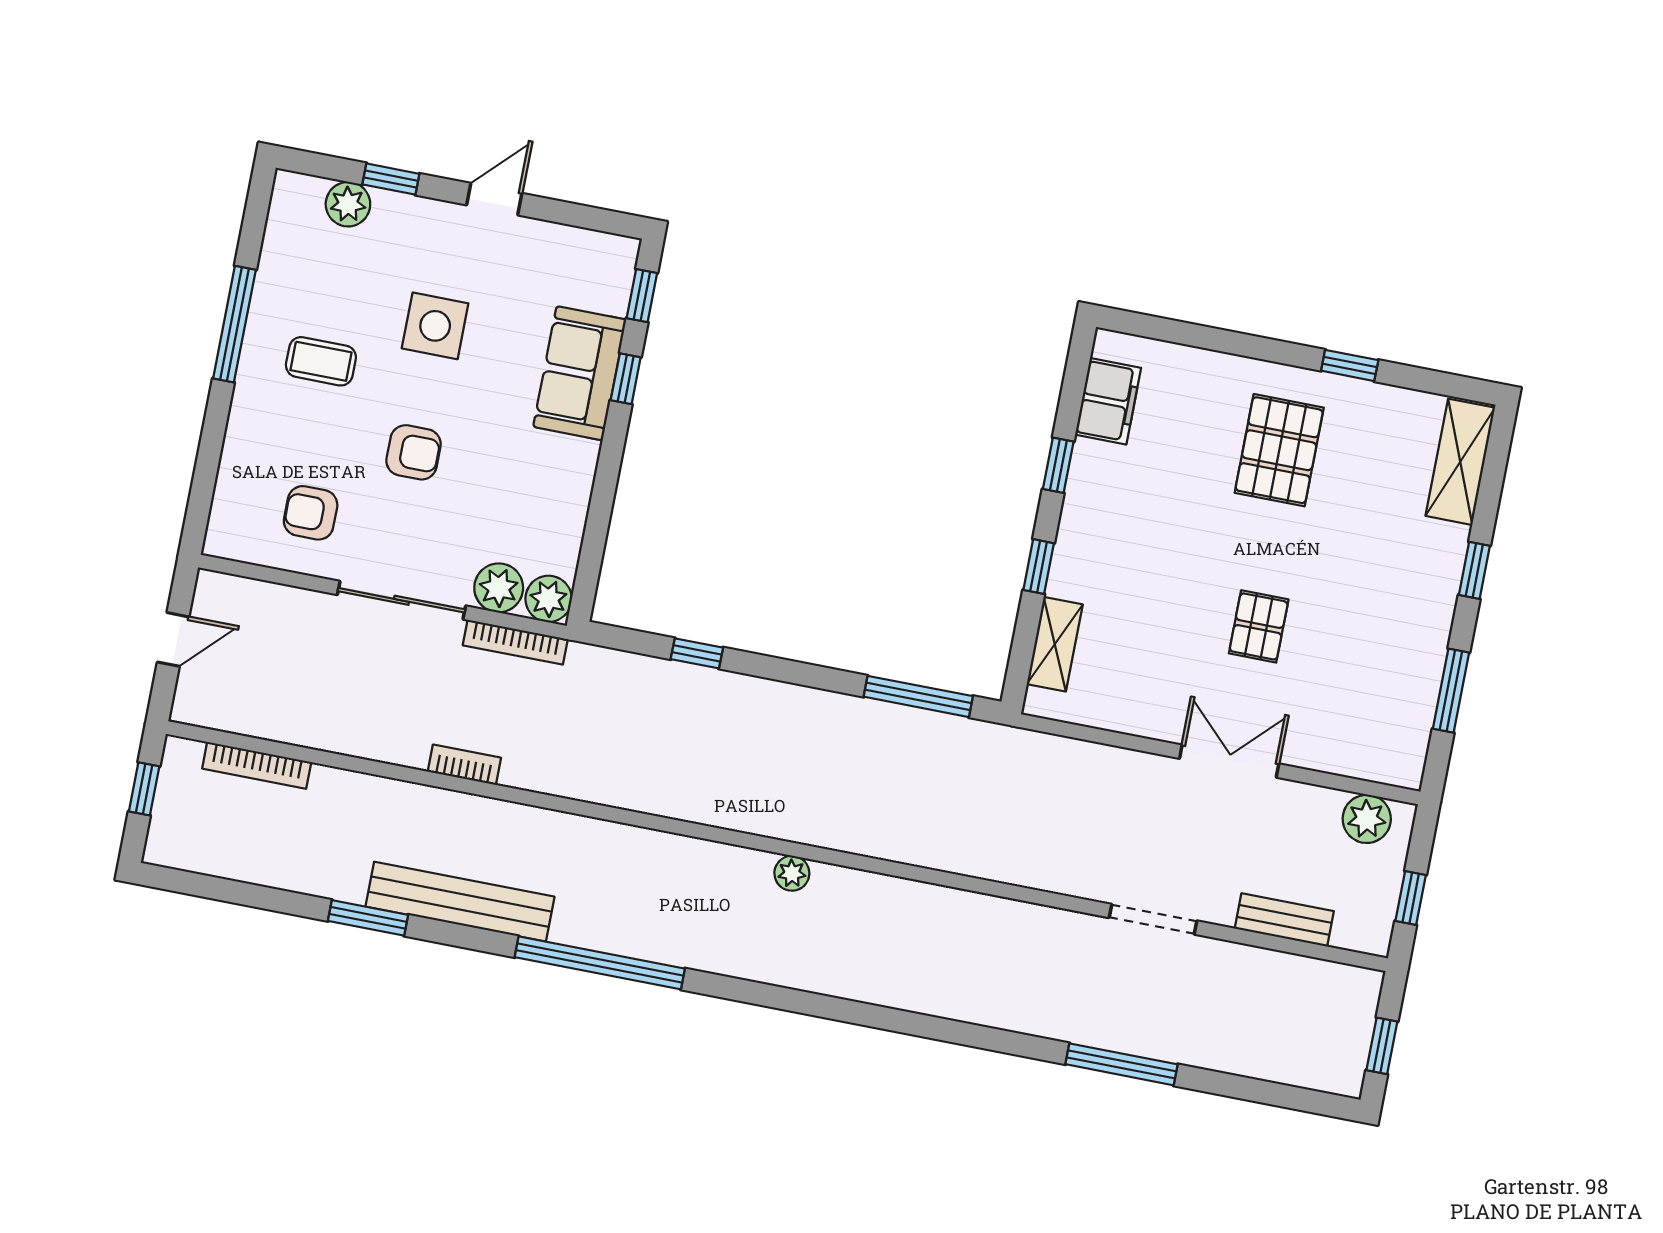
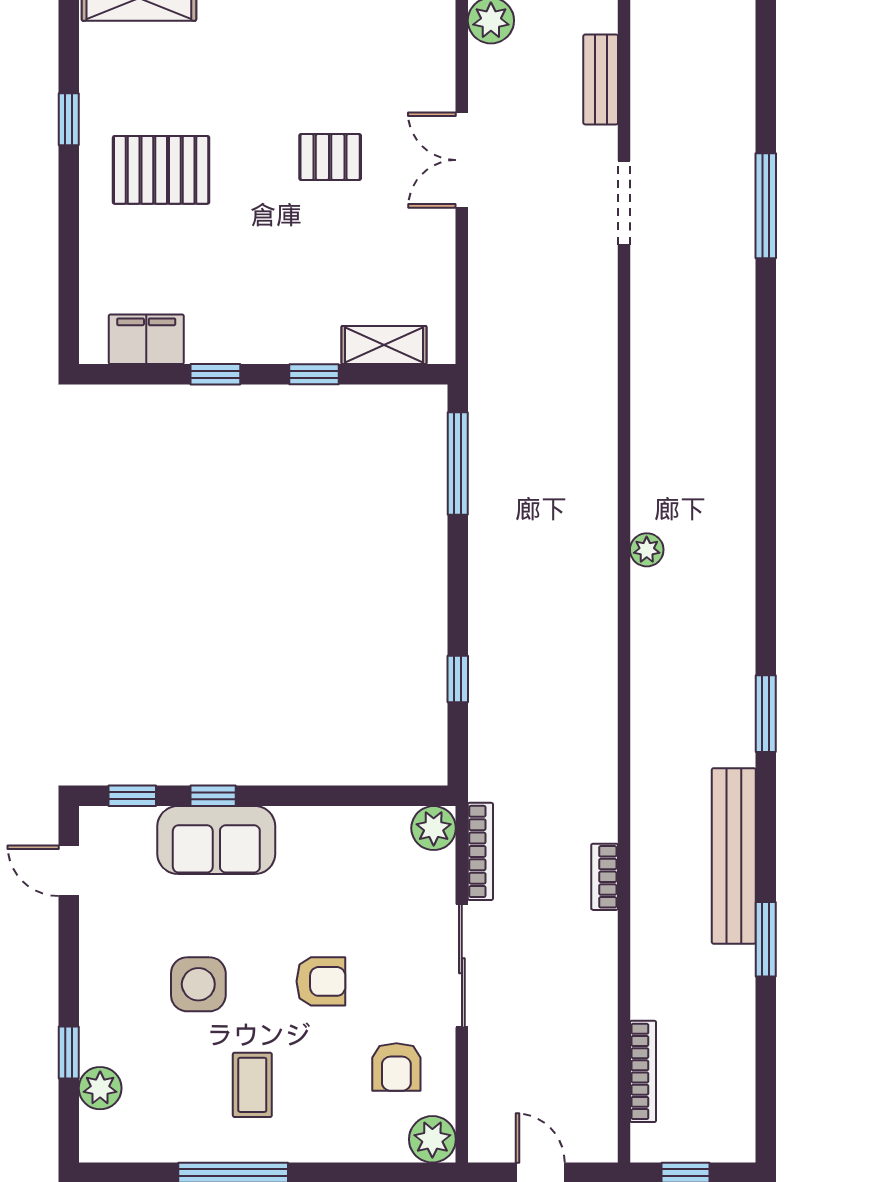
door: (494, 199) -> (69, 871), moved
armchair: (414, 452) -> (321, 981), turned 90
plant: (499, 588) -> (432, 1139), moved
window: (600, 963) -> (766, 714), width x0.47

